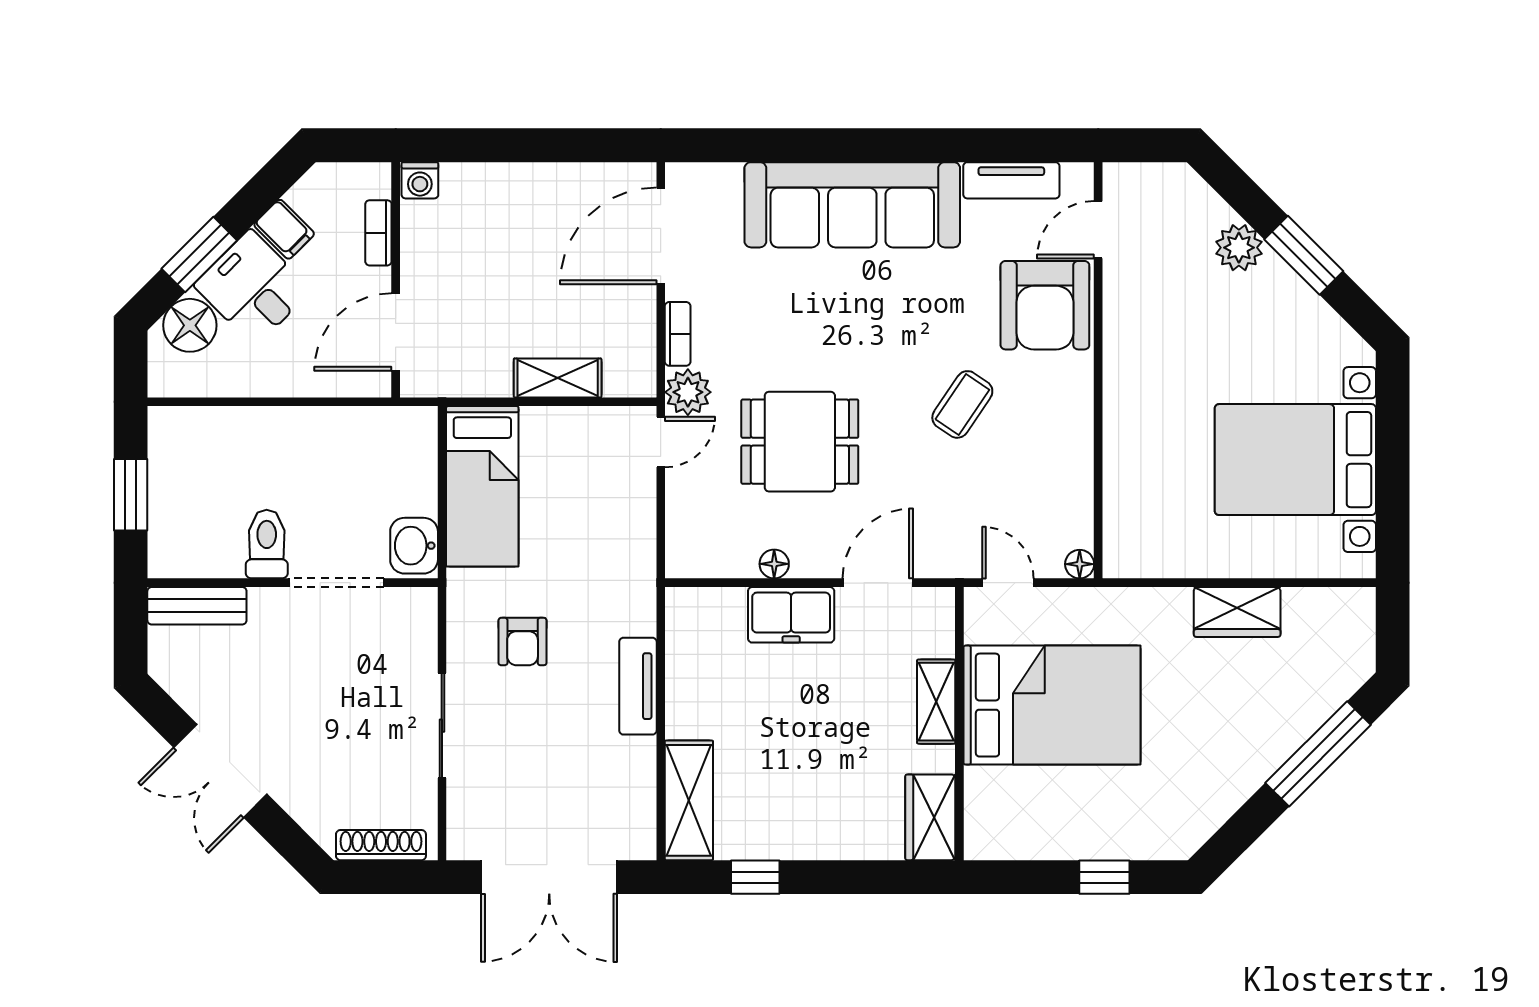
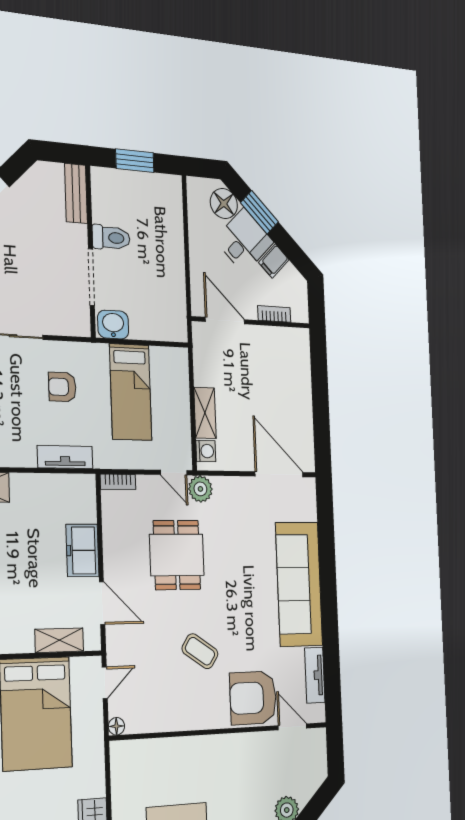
washing machine: (420, 180) -> (206, 451), moved, turned 180
bookcase: (678, 334) -> (118, 482), moved
bed: (482, 486) -> (131, 392), moved, turned -90
floor lamp: (774, 564) -> (110, 540), removed
tv unit: (638, 686) -> (65, 457), moved
shelving: (936, 702) -> (59, 640), moved

